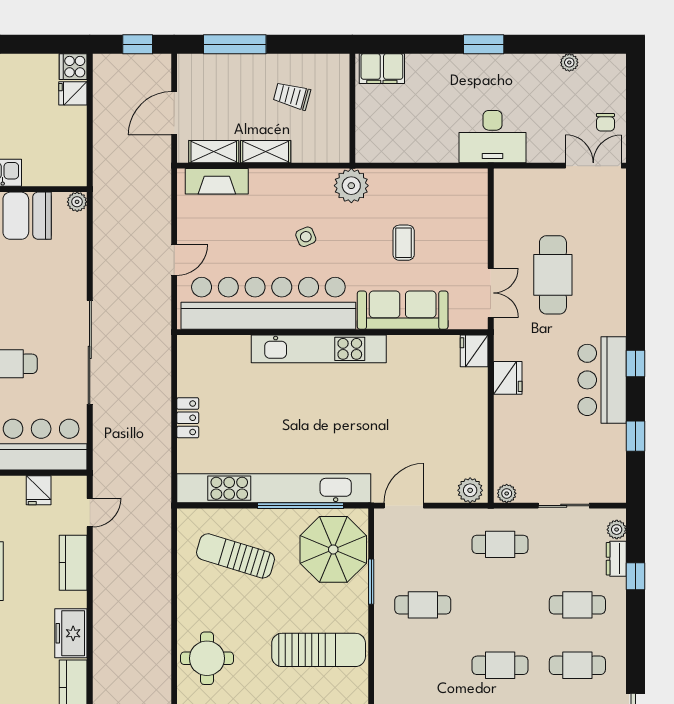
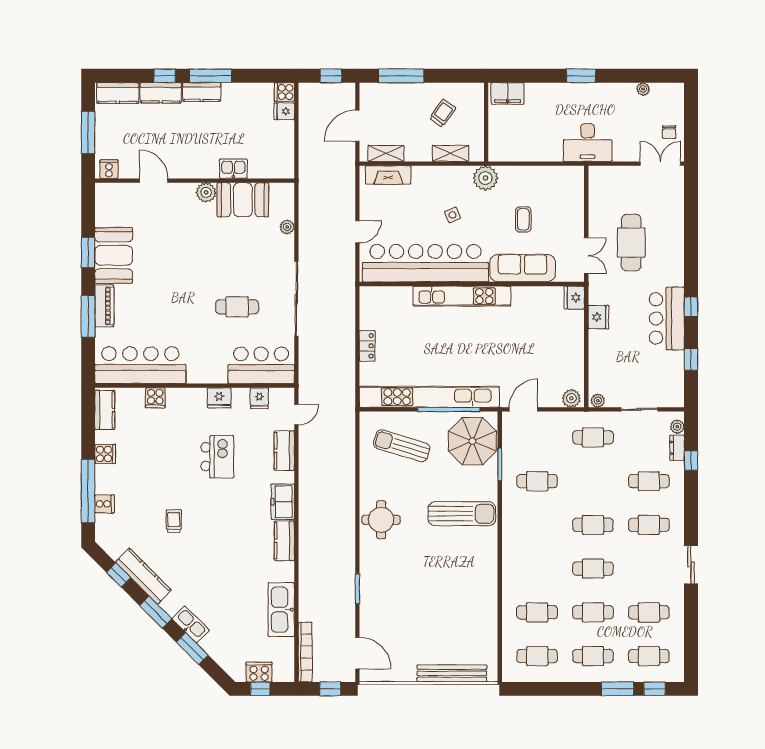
trolley: (292, 96) -> (443, 113), turned 111
shelving: (266, 152) -> (450, 153), moved
plant: (77, 202) -> (287, 227), moved

